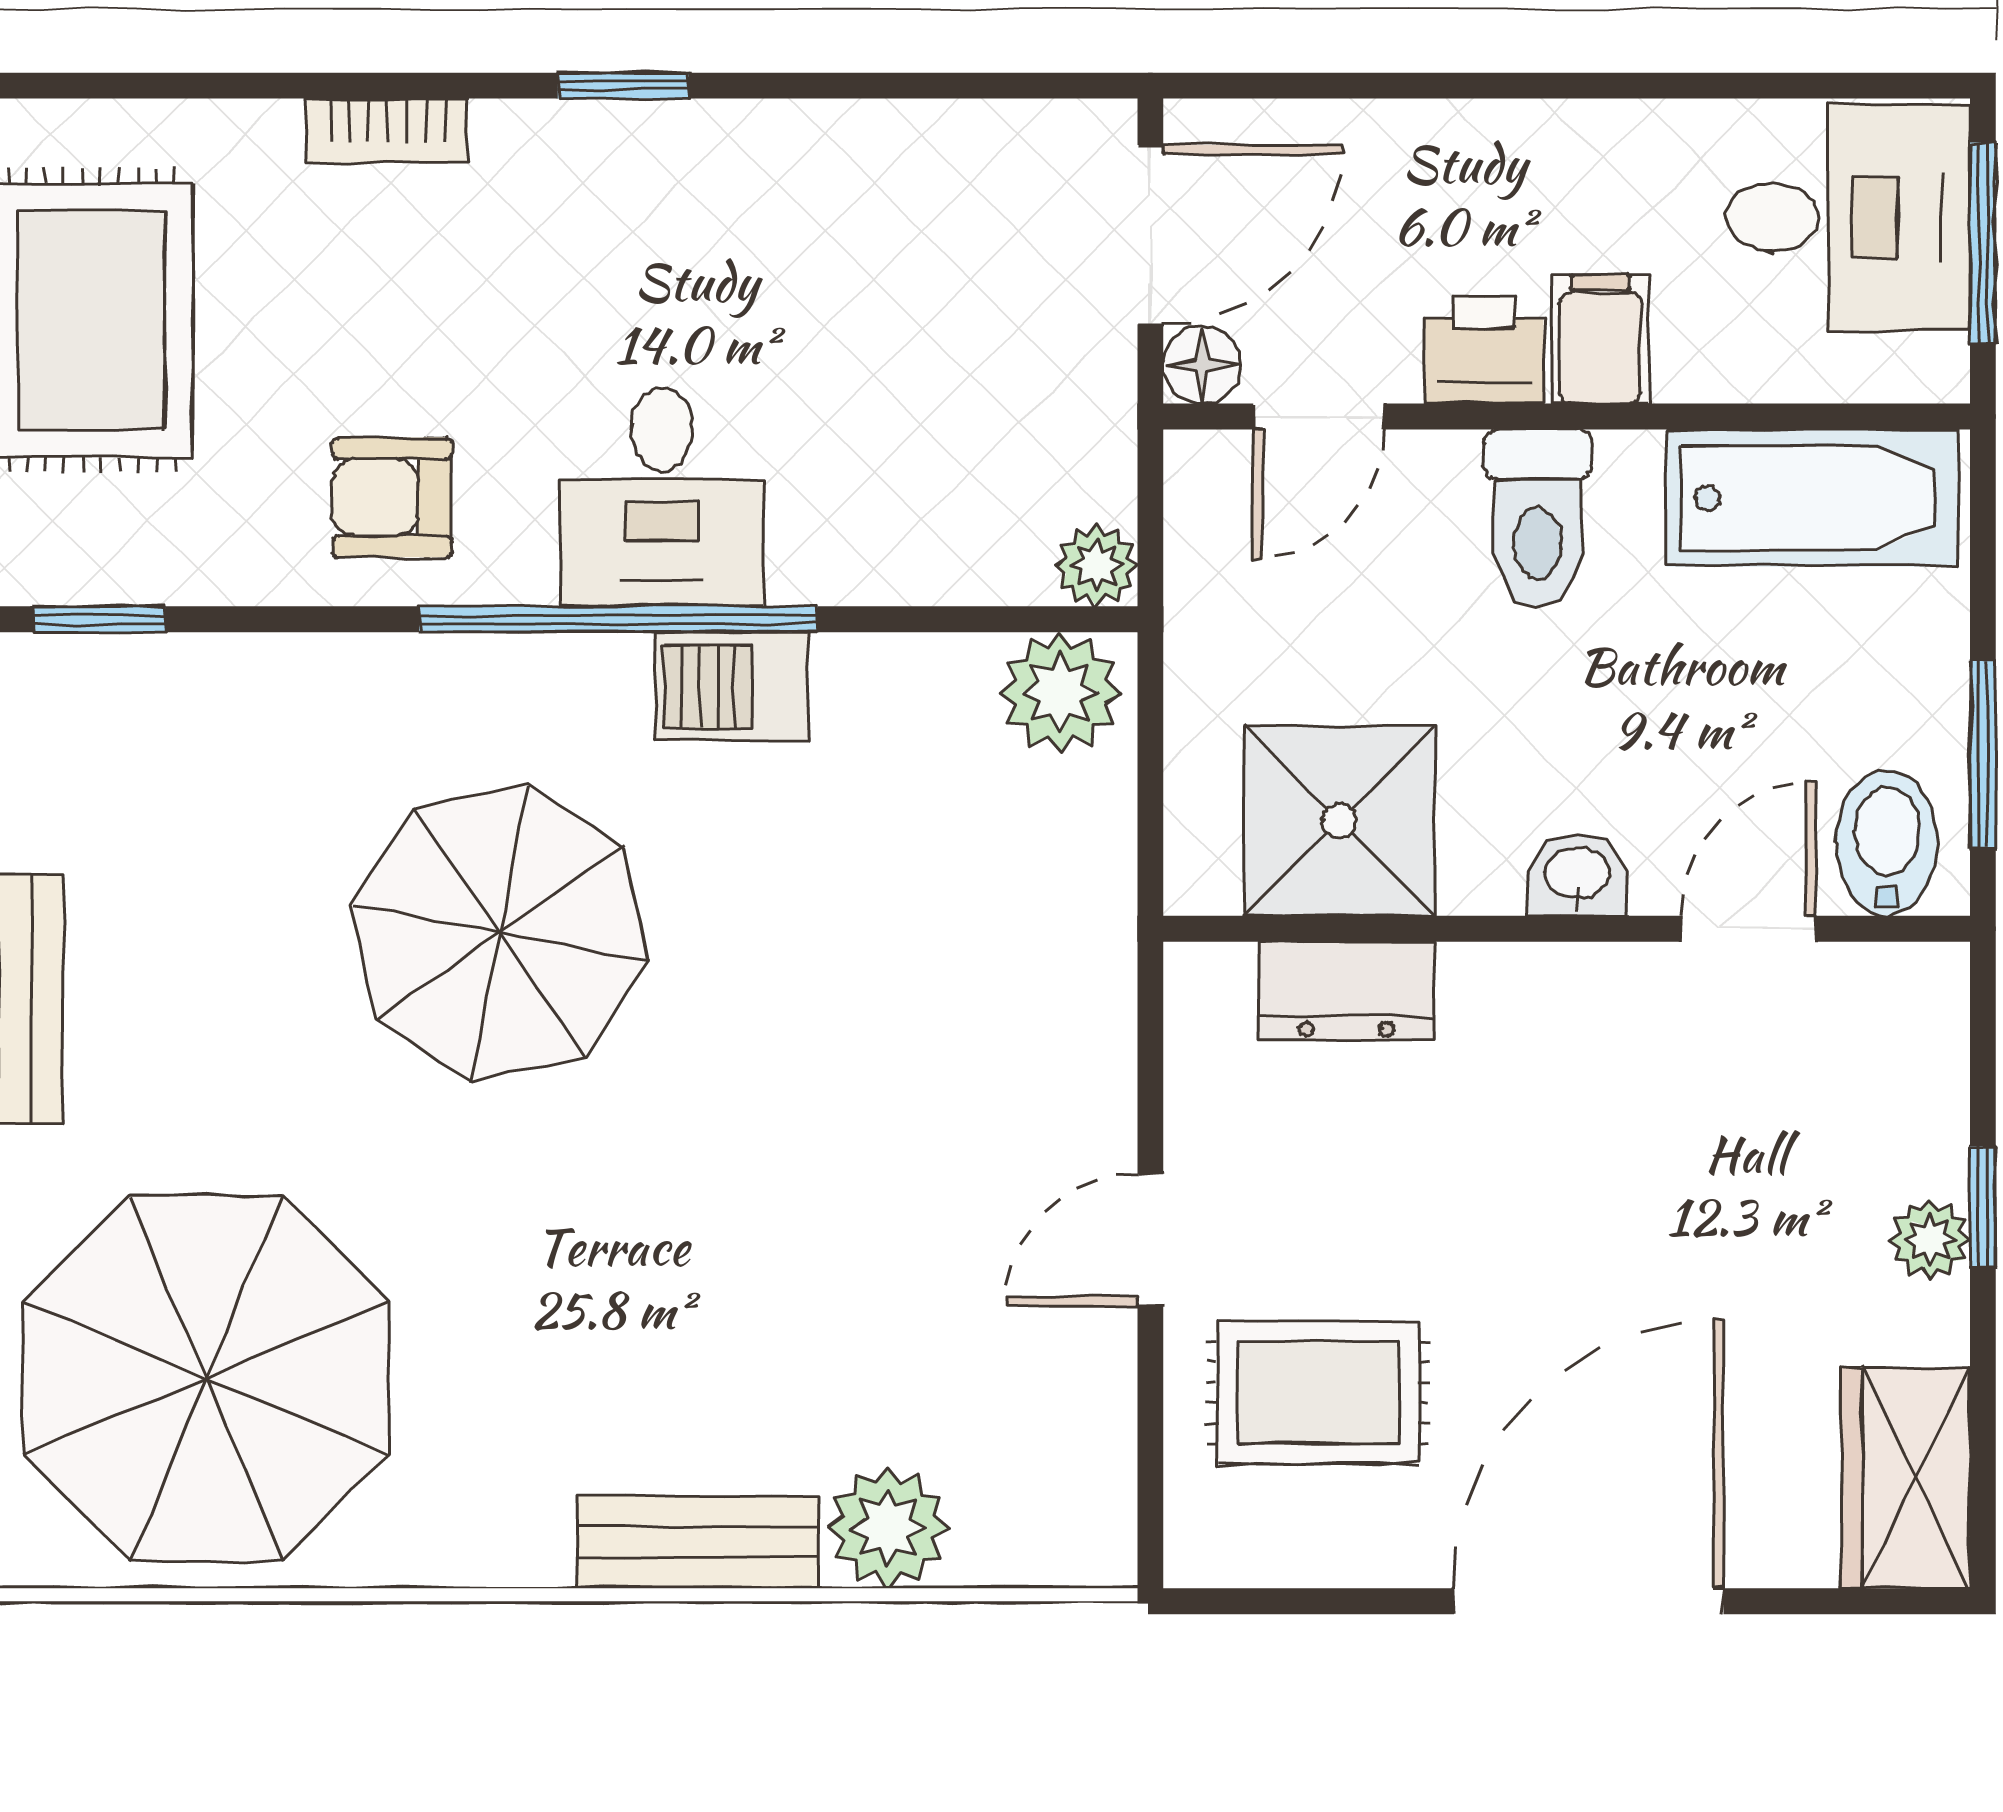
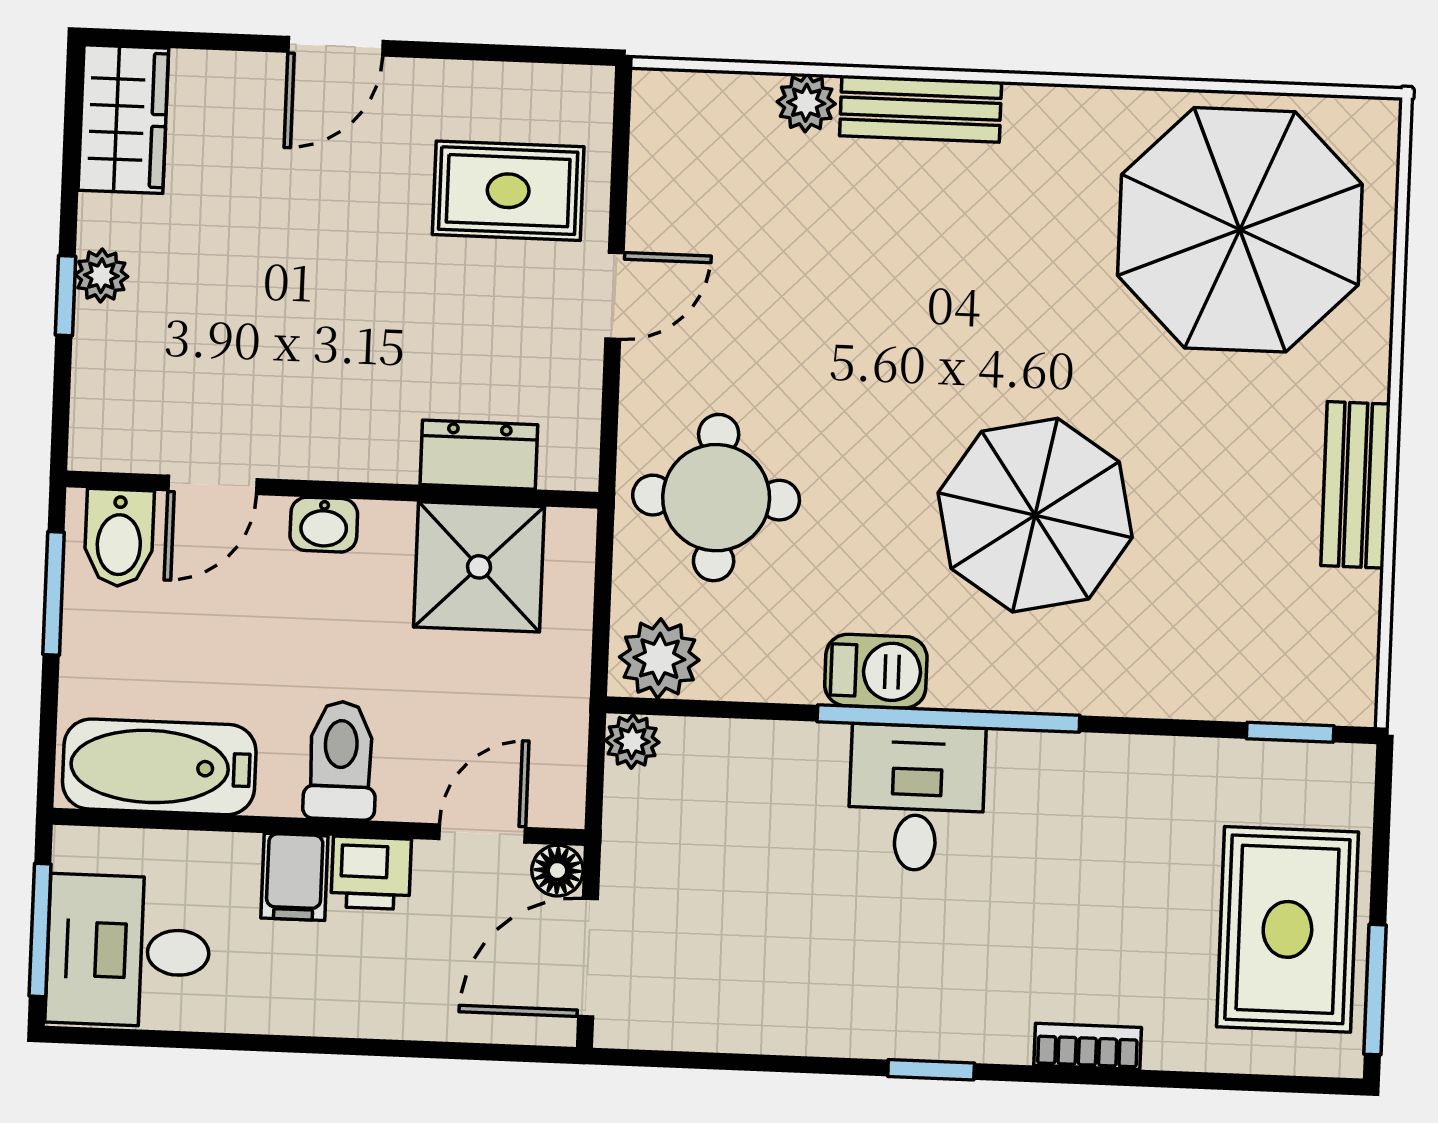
armchair: (392, 497) -> (1094, 805), removed
round table: (984, 940) -> (716, 498), added
plant: (888, 1528) -> (806, 103), width x0.73, depth x0.73
door: (1589, 1601) -> (335, 46), width x0.53

